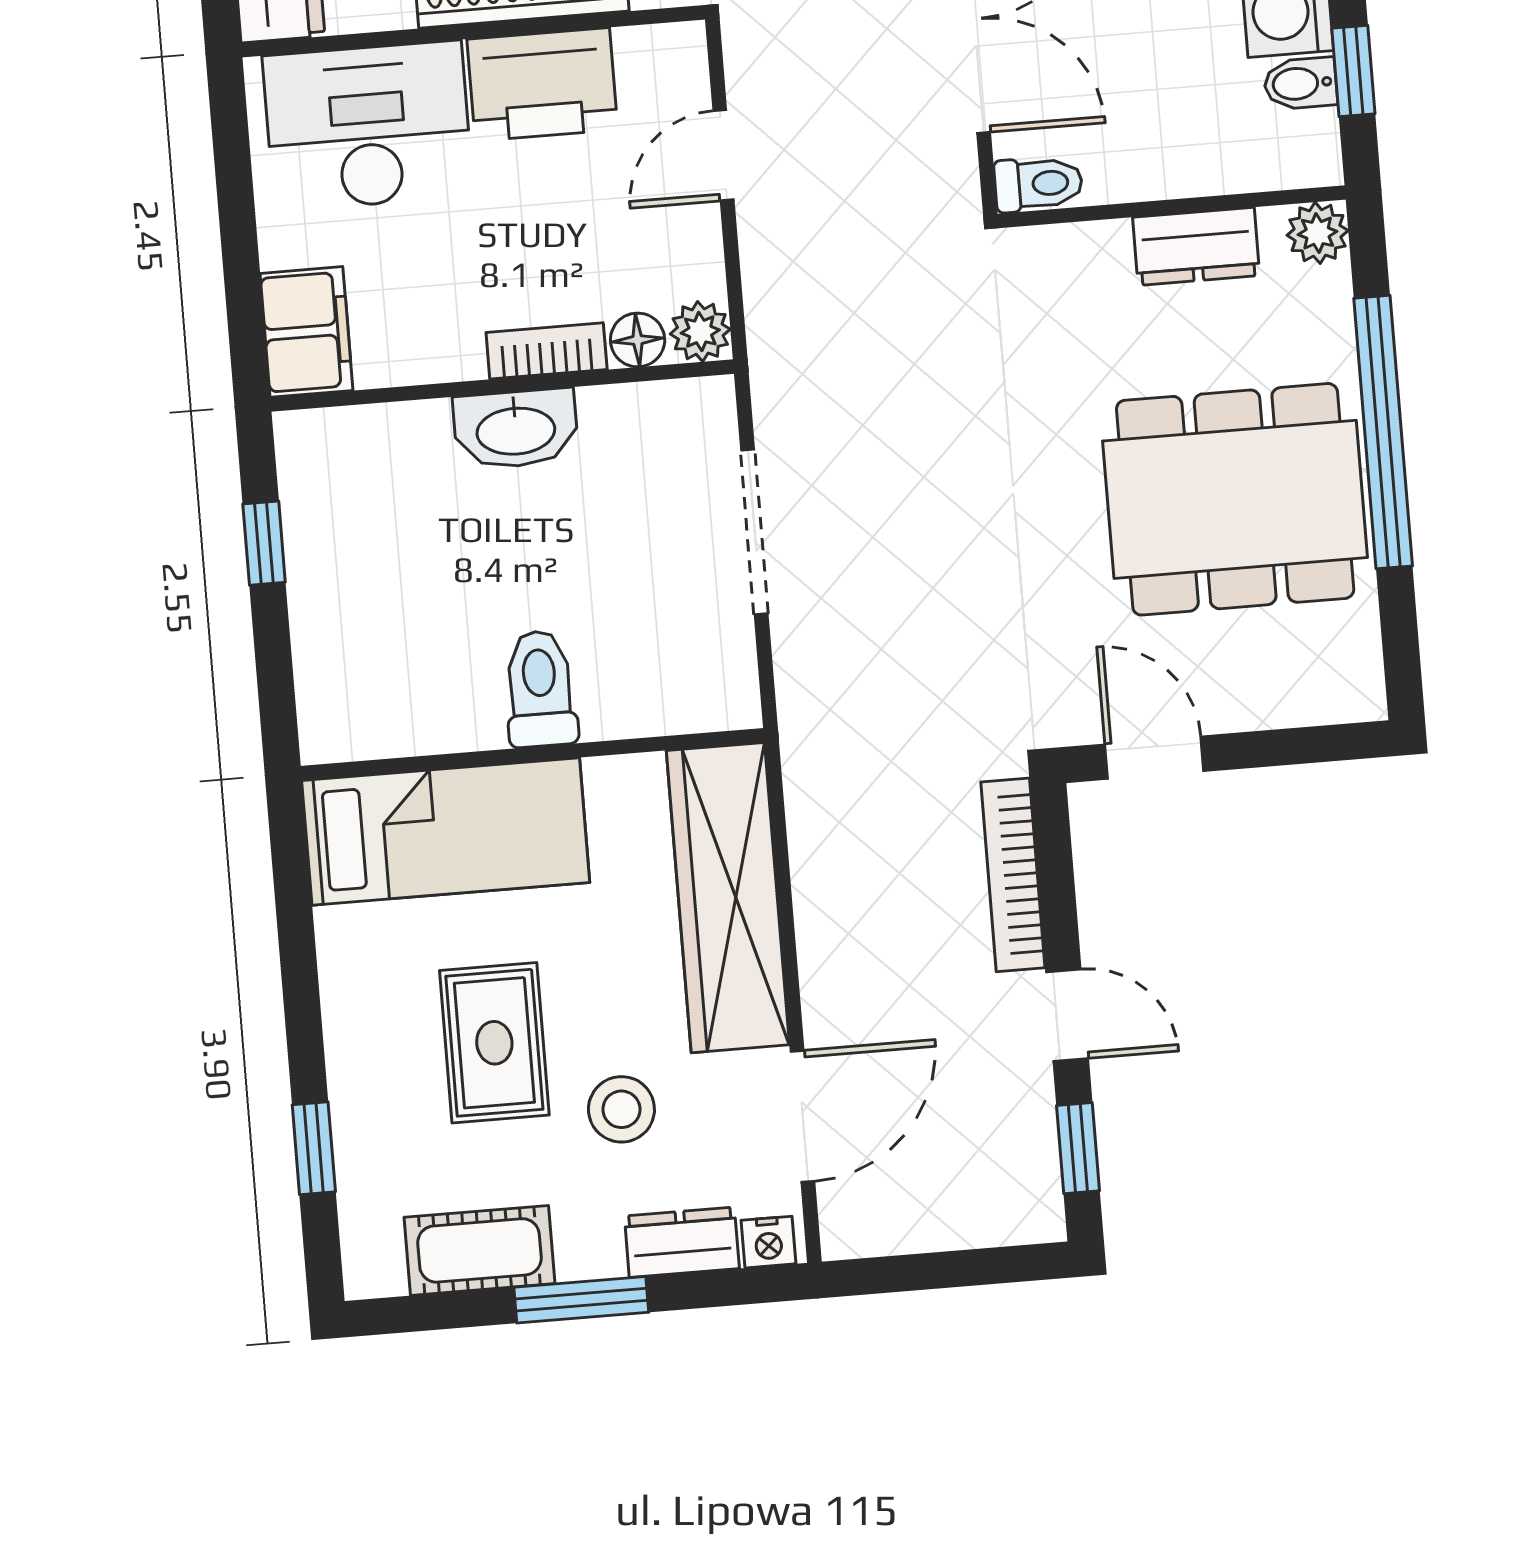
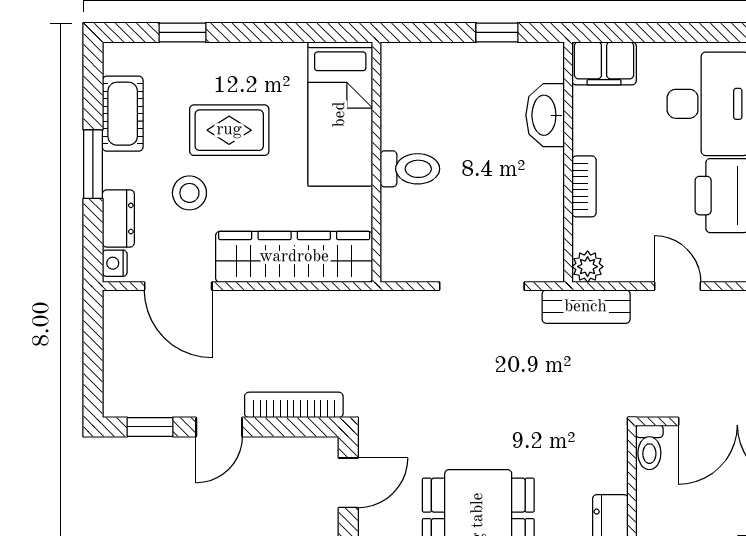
bench: (777, 328) -> (586, 307), added
floor lamp: (638, 340) -> (586, 234), removed
washbasin: (516, 429) -> (545, 115), moved

